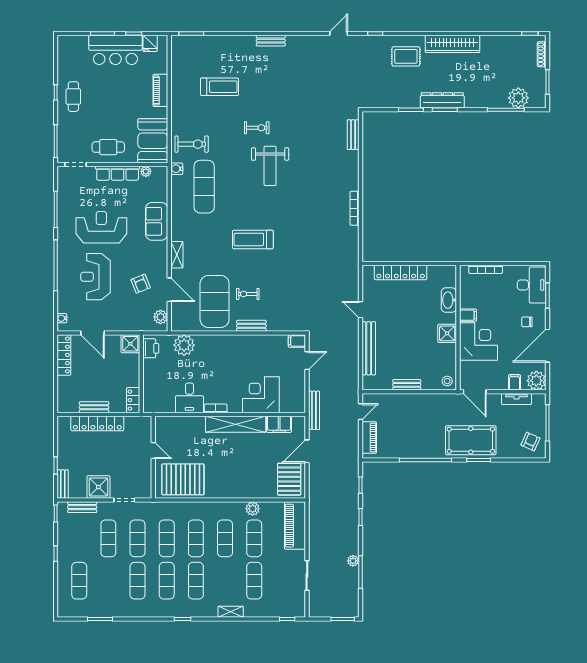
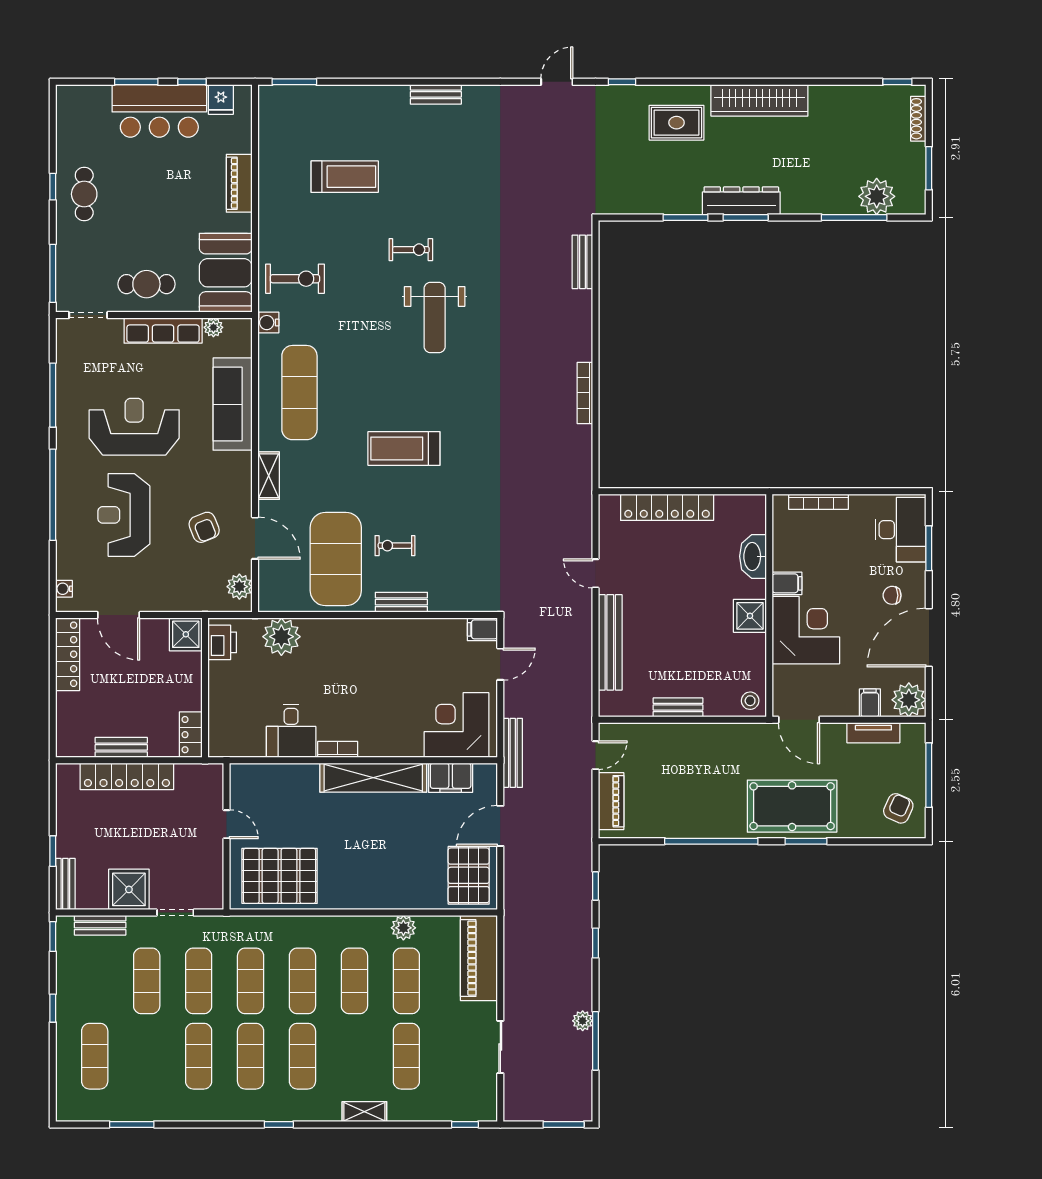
exercise mat: (204, 187) -> (299, 393), moved
sofa: (157, 221) -> (233, 404), width x1.36
corner desk: (261, 395) -> (457, 725), moved

